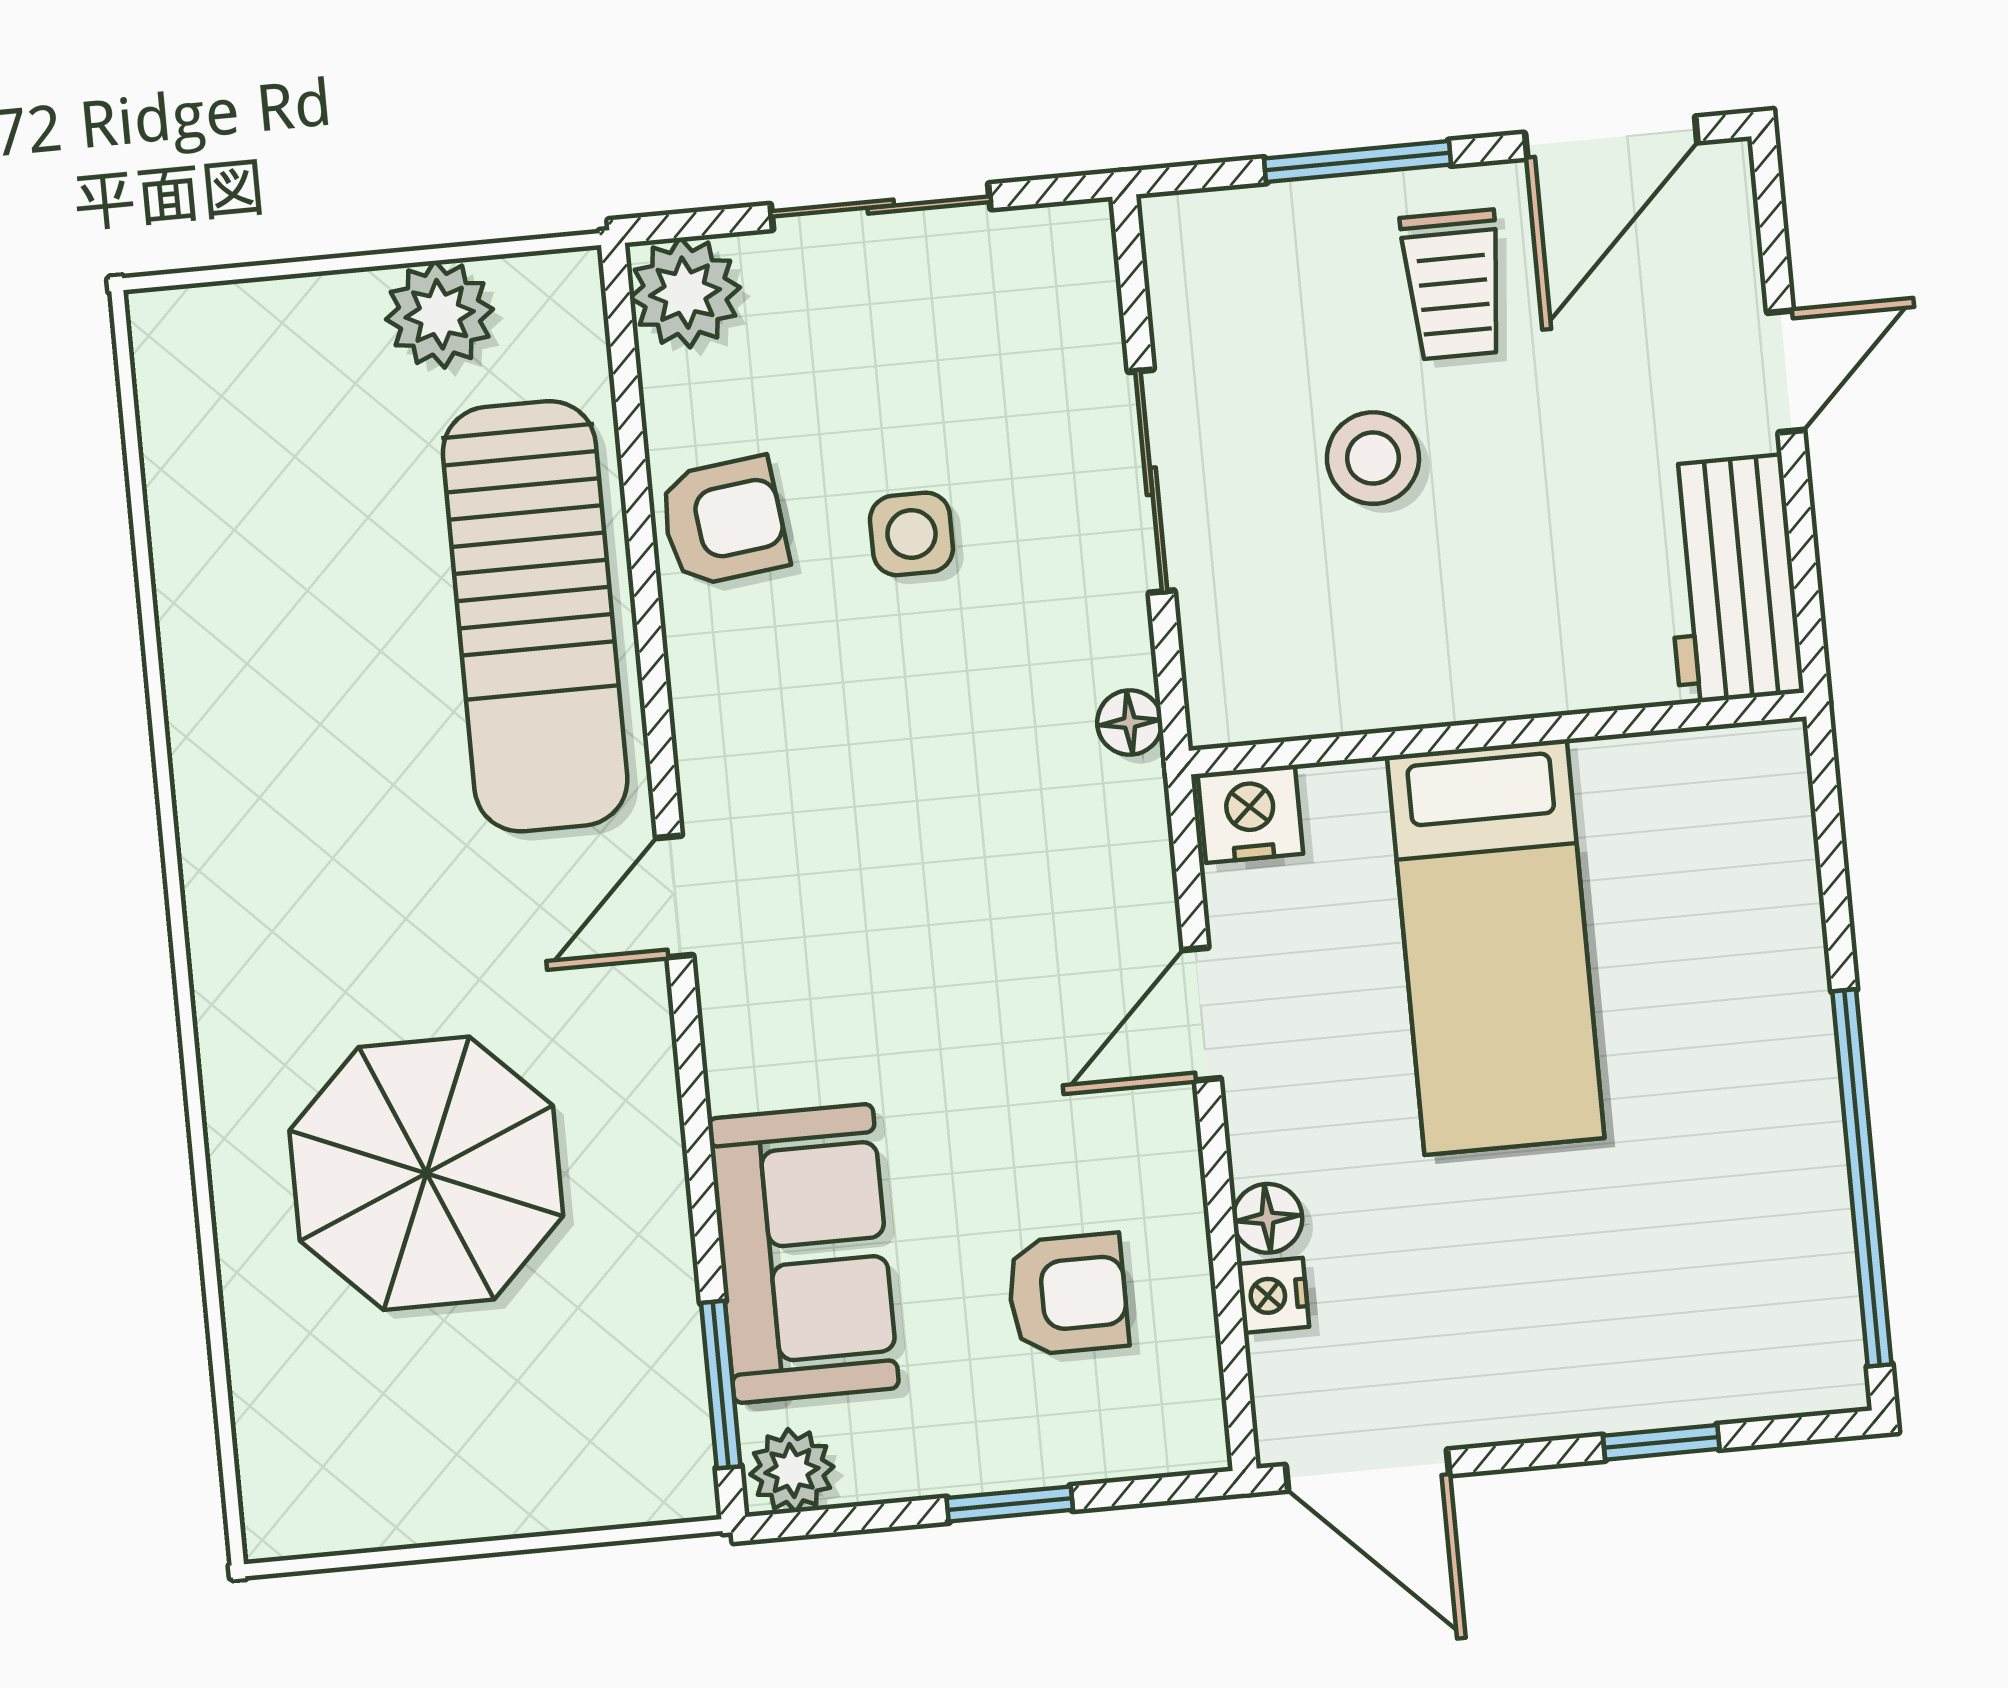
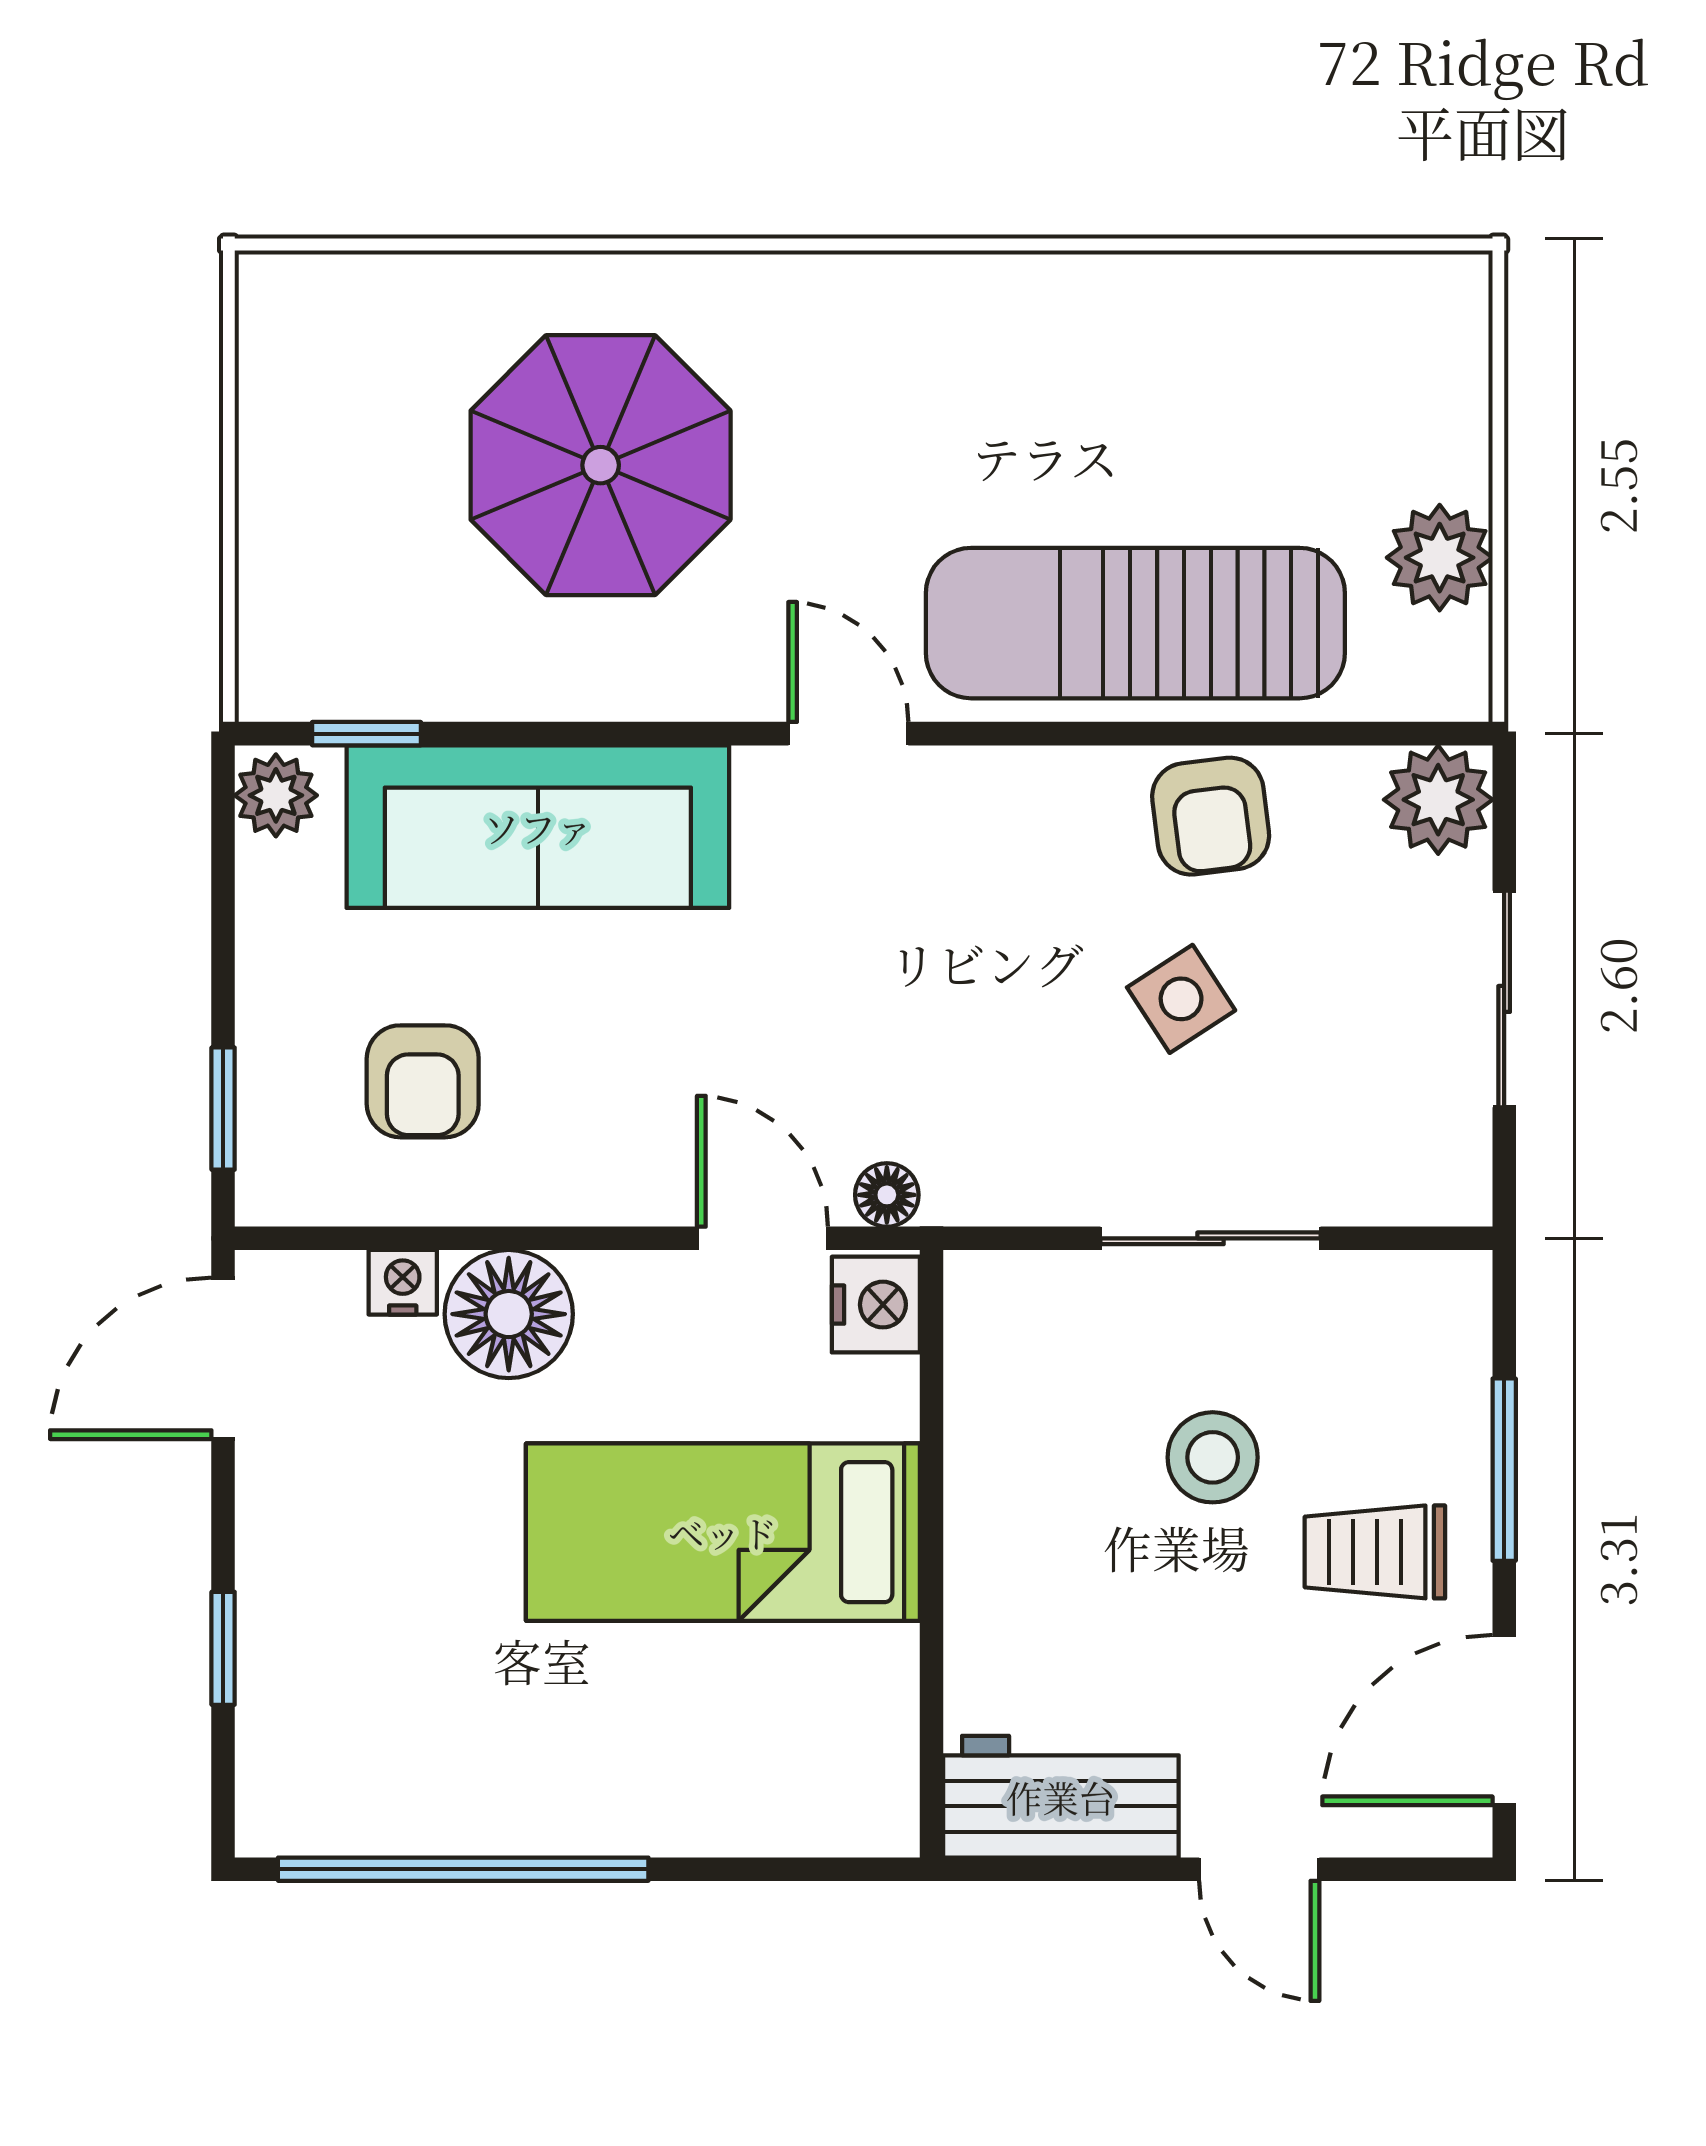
door: (1611, 138) -> (1504, 1720), hinge flipped
side table: (911, 534) -> (1181, 999), turned -33
floor lamp: (1130, 722) -> (887, 1195), moved
door: (1202, 1014) -> (762, 1238), moved
floor lamp: (1268, 1218) -> (509, 1314), width x1.89, depth x1.89
sofa: (803, 1253) -> (538, 827), width x1.36
window: (721, 1385) -> (367, 734), width x0.67
window: (1010, 1504) -> (223, 1109), moved

